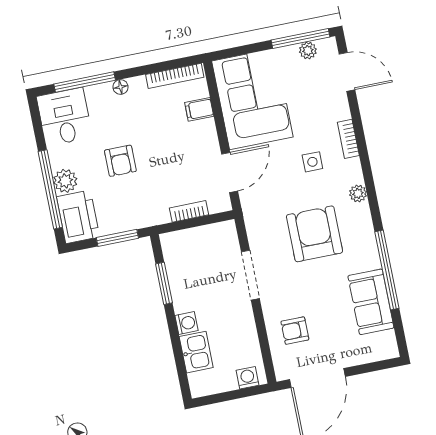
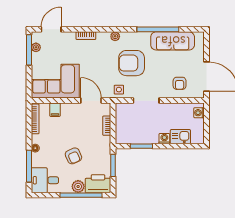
armchair: (120, 161) -> (73, 156), turned 66
side table: (312, 162) -> (119, 90), moved
sofa: (371, 302) -> (173, 41), width x1.36

